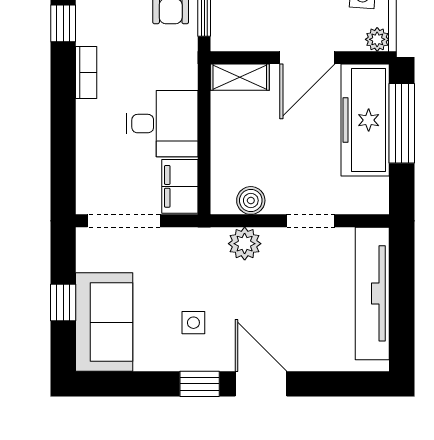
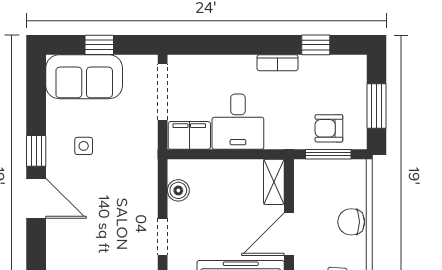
door: (307, 58) -> (289, 234), hinge flipped
plant: (245, 244) -> (145, 186), removed
door: (261, 384) -> (36, 198), hinge flipped

